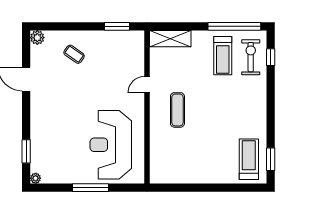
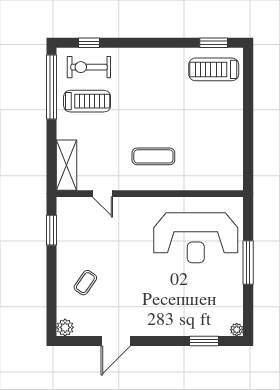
door: (147, 85) -> (102, 194), moved

